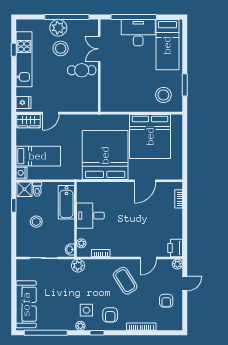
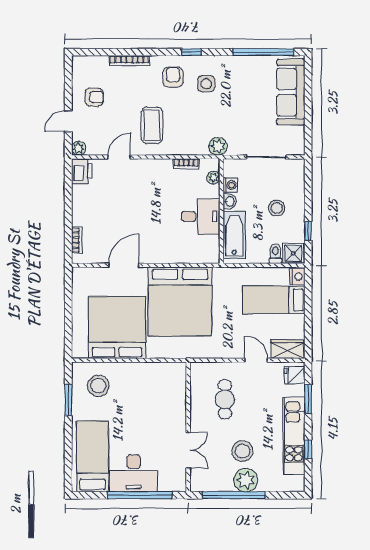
cafe table: (82, 70) -> (225, 399), moved, turned 90
window: (14, 85) -> (308, 399), added
door: (51, 113) -> (256, 360), hinge flipped
washing machine: (69, 238) -> (230, 185), added
washbasin: (70, 249) -> (229, 201), moved
coffee table: (125, 281) -> (152, 125), turned 32
armchair: (166, 301) -> (94, 97), turned 90
plant: (80, 326) -> (215, 62), removed

